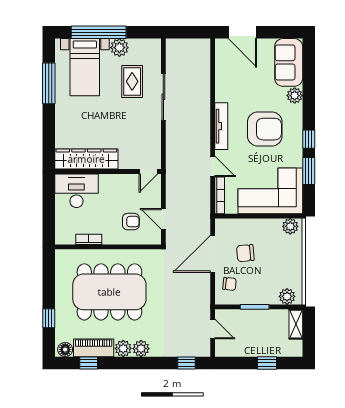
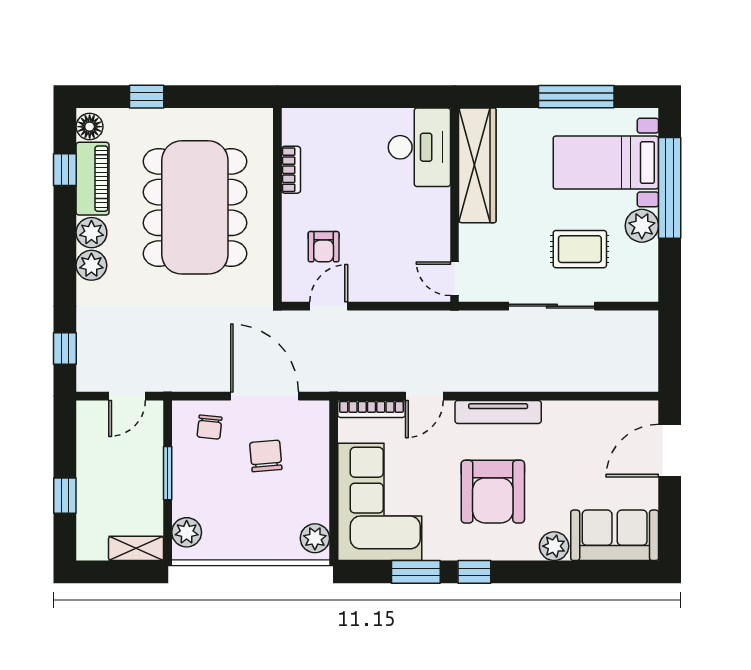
wardrobe: (86, 159) -> (477, 165), moved
wall: (108, 171) -> (455, 205), moved
door: (148, 171) -> (455, 279), moved
desk: (76, 191) -> (419, 147), moved

